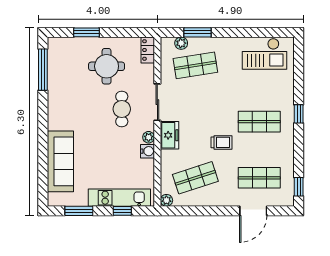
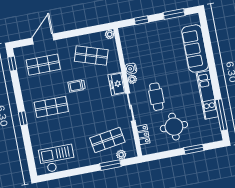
locker: (148, 50) -> (143, 135), moved
shop shelf: (195, 178) -> (91, 55), turned 36
kitchen unit: (119, 198) -> (207, 95), moved, turned 90

